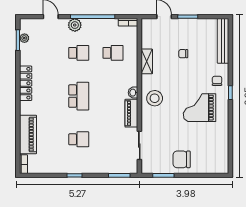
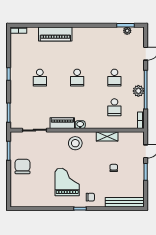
plant: (75, 25) -> (138, 91), moved
locker: (26, 83) -> (88, 32), removed
school desk: (79, 96) -> (77, 78), width x0.54
piano: (28, 134) -> (55, 34), moved

